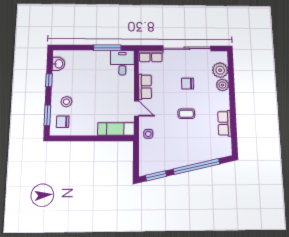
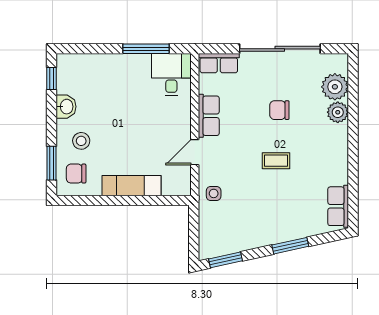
washbasin: (59, 64) -> (66, 107), moved
window: (49, 80) -> (52, 78), moved
door: (136, 109) -> (195, 152), swing flipped
row of seats: (224, 123) -> (338, 206), moved
exam couch: (116, 129) -> (132, 186), moved
window: (197, 166) -> (290, 246), width x0.47

